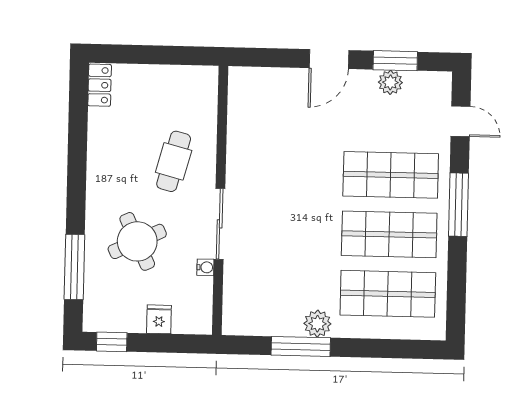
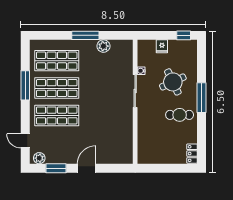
plant: (390, 82) -> (39, 158), moved
cafe table: (174, 161) -> (180, 115), moved, turned 75
window: (459, 205) -> (25, 85), moved
window: (74, 267) -> (202, 98), moved
plant: (317, 324) -> (103, 46), moved
window: (301, 346) -> (85, 35), moved

